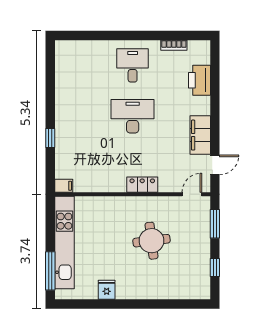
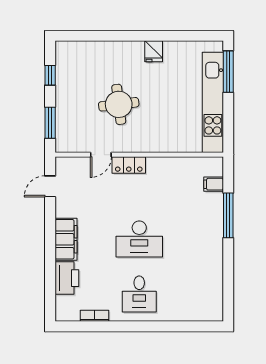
filing cabinet: (200, 135) -> (66, 239), moved
window: (50, 138) -> (228, 215), width x2.17
filing cabinet: (64, 186) -> (214, 184), moved
door: (192, 194) -> (101, 155), moved
fridge: (107, 290) -> (154, 51), moved

